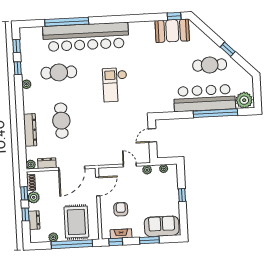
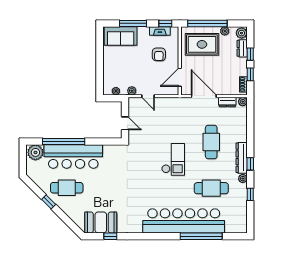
window: (174, 16) -> (110, 236), moved
window: (17, 46) -> (250, 164), moved
checkout: (115, 85) -> (173, 159), moved
dresser: (30, 130) -> (242, 158), moved
door: (152, 135) -> (125, 123), hinge flipped
door: (72, 168) -> (204, 96), hinge flipped
window: (182, 195) -> (100, 65), removed
plant: (34, 197) -> (242, 33), moved
rug: (76, 222) -> (202, 44), turned 90
window: (149, 240) -> (133, 23), width x1.44

